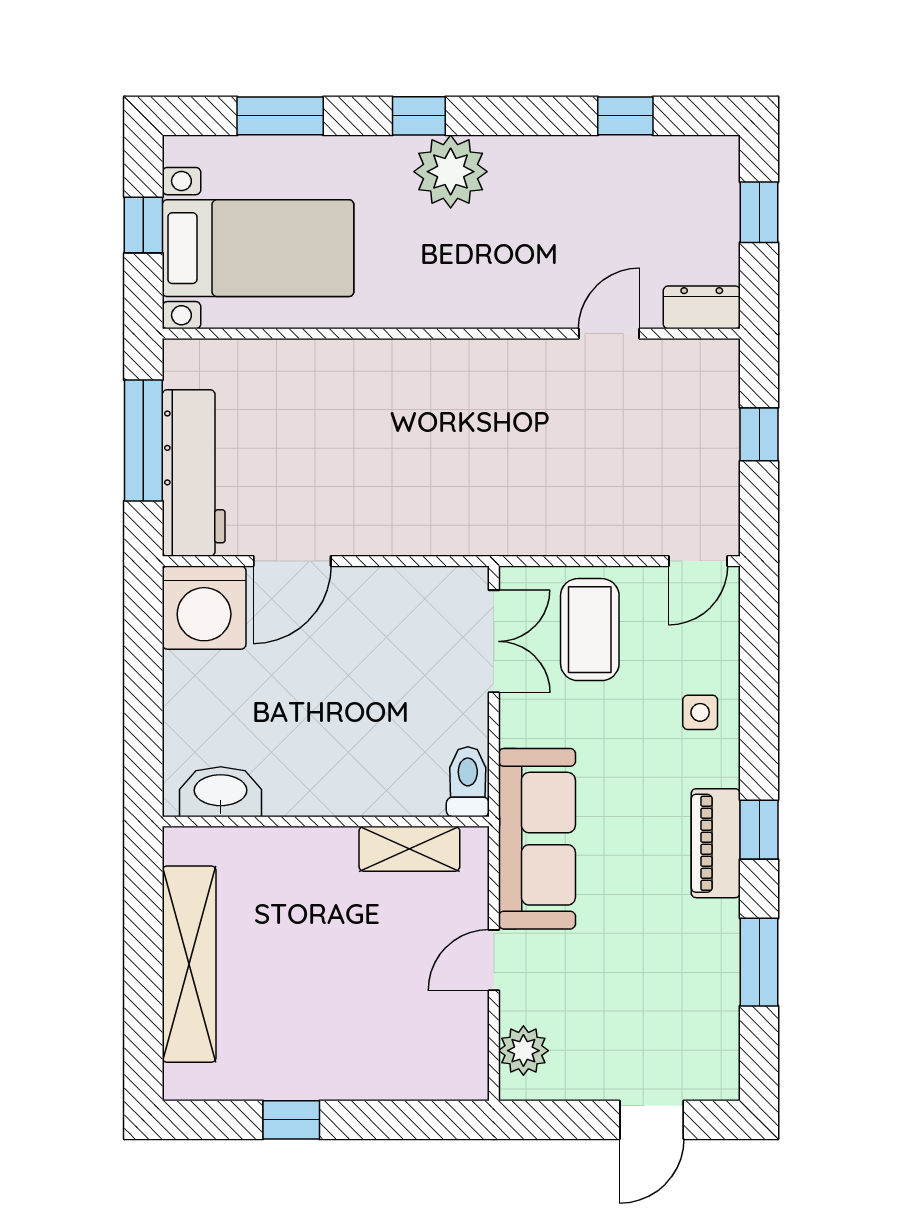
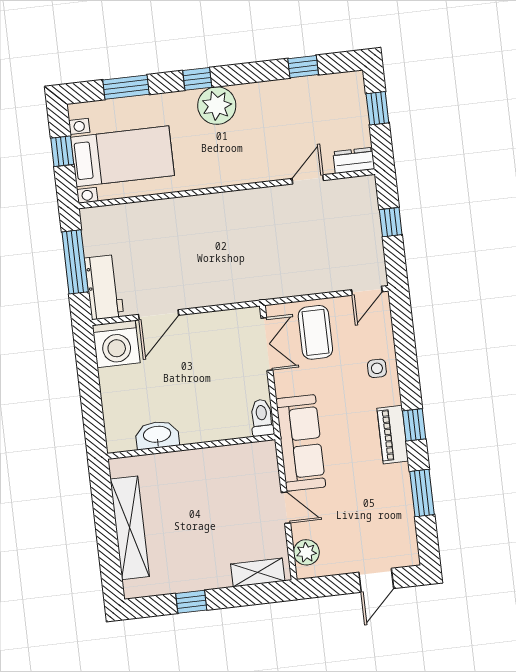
workbench: (194, 473) -> (104, 287), width x0.73
washbasin: (221, 792) -> (157, 435), moved
shelving: (409, 849) -> (258, 572), moved
door: (494, 960) -> (286, 508), swing flipped

